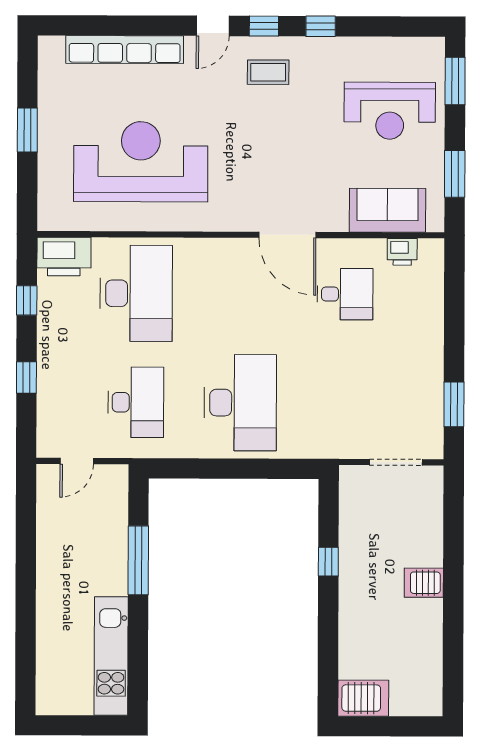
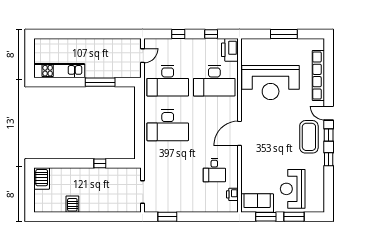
coffee table: (268, 72) -> (309, 137), width x1.86, depth x1.72
window: (455, 81) -> (294, 217), moved
window: (27, 130) -> (284, 34), width x1.44
reception desk: (141, 162) -> (271, 83), turned 90
sofa: (387, 210) -> (257, 203), moved, turned -90
door: (287, 235) -> (239, 133), moved
desk: (136, 402) -> (168, 81), width x1.36, depth x1.30
door: (77, 461) -> (143, 56), swing flipped
server rack: (424, 583) -> (72, 204), moved

